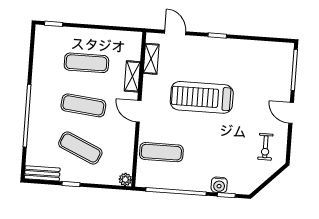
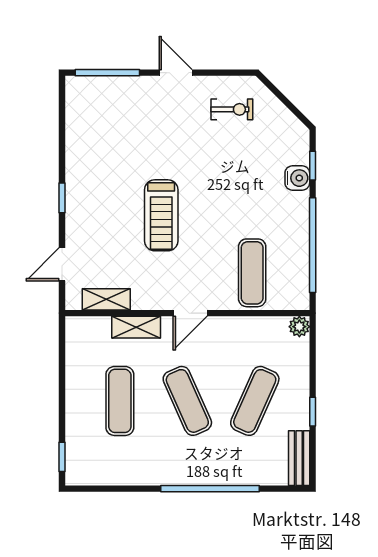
treadmill: (202, 97) -> (161, 215), width x0.73, depth x0.73
exercise mat: (83, 105) -> (187, 401), turned -30
door: (291, 113) -> (176, 73), swing flipped

